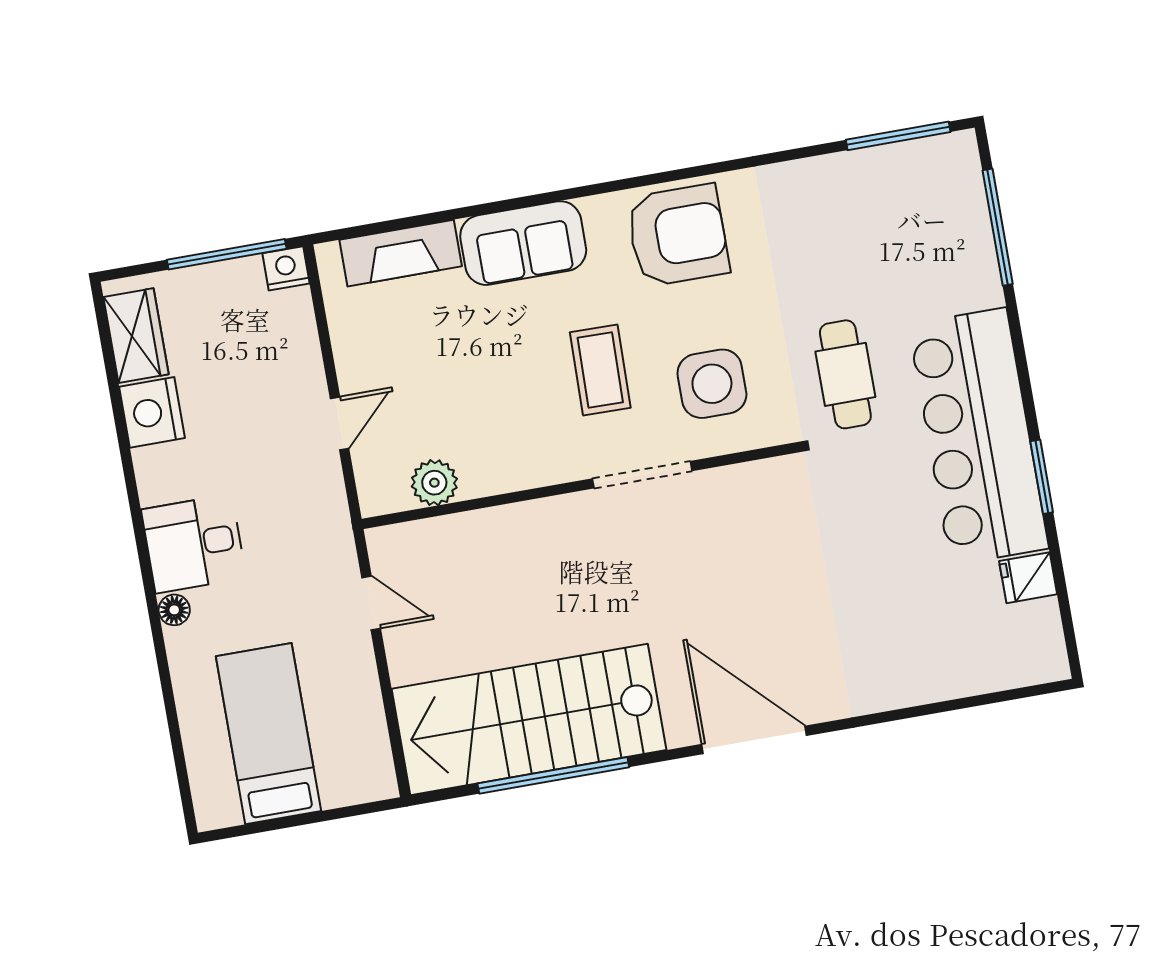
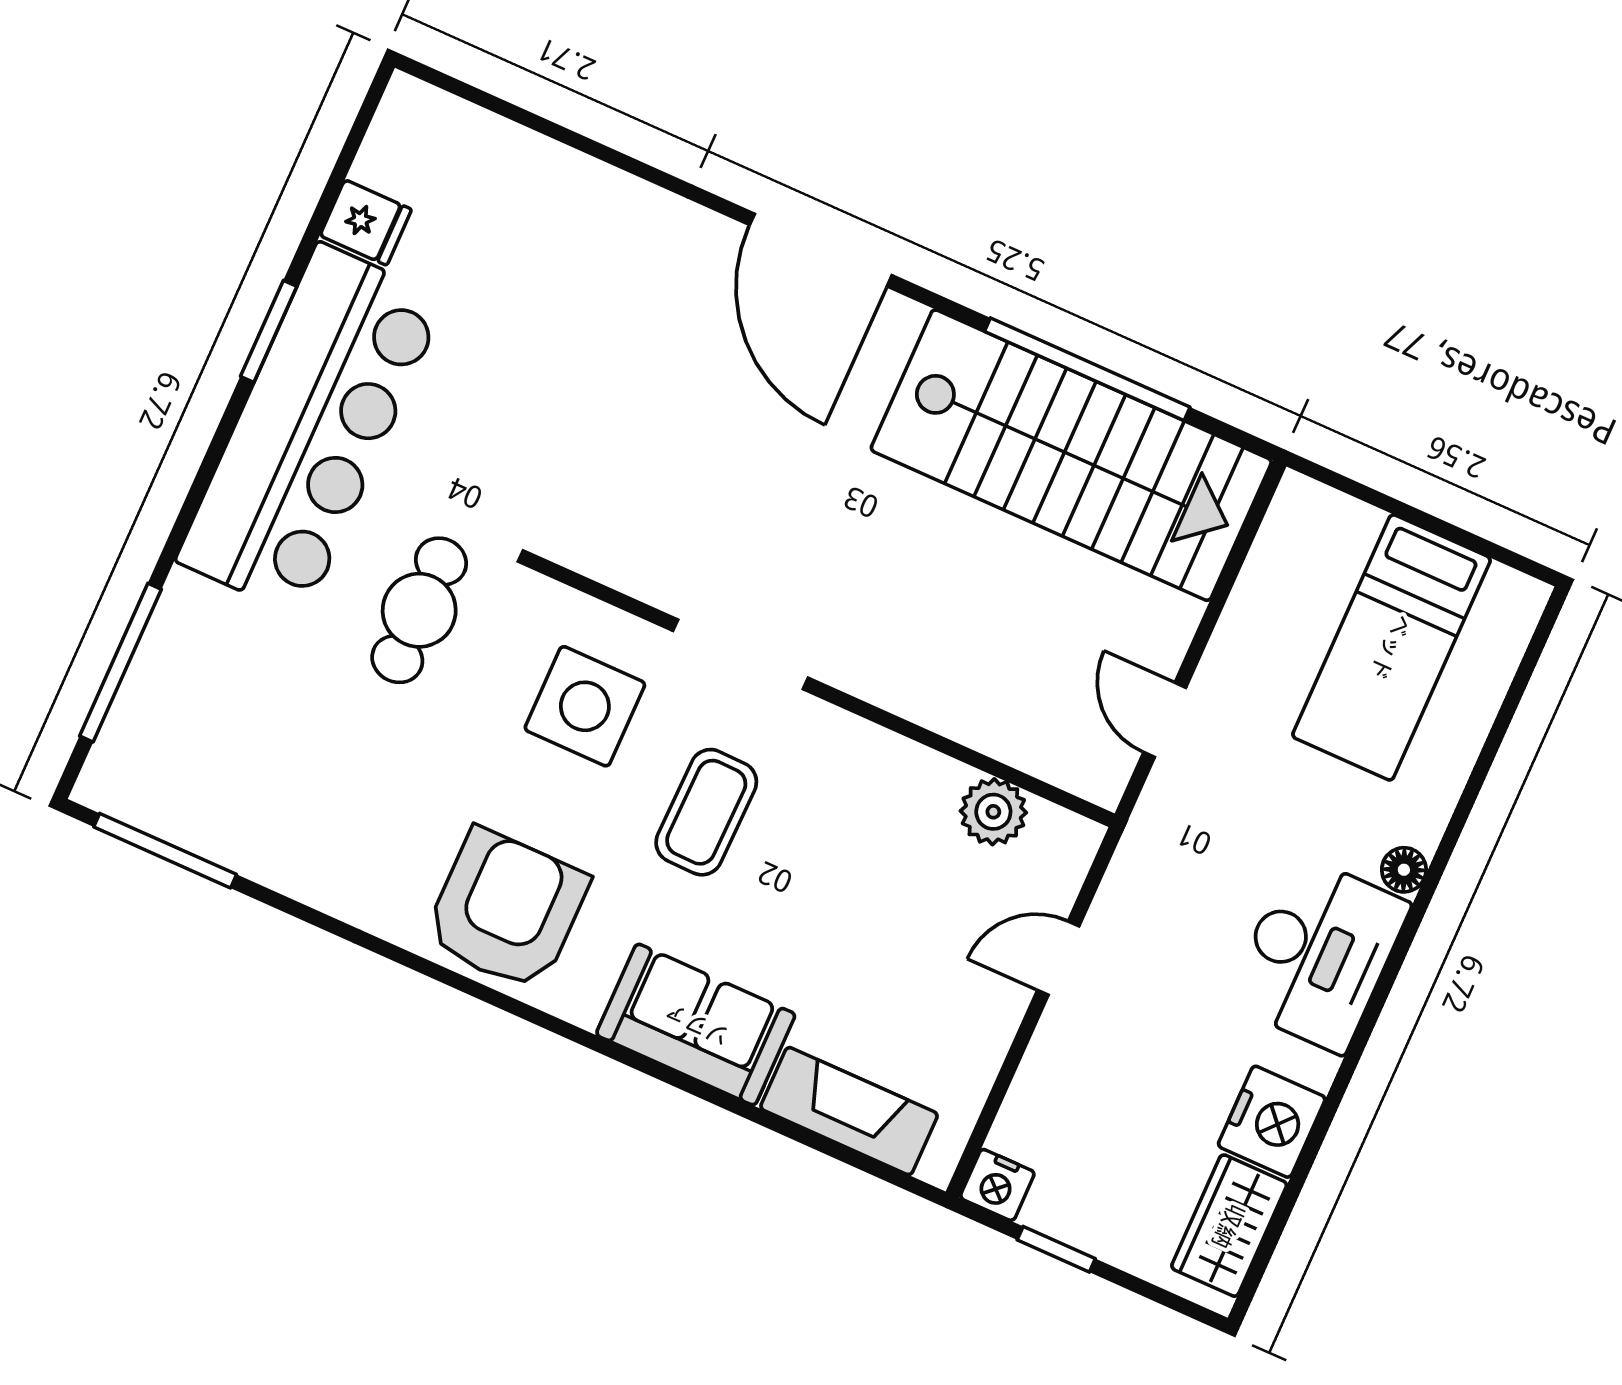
armchair: (678, 235) -> (506, 910), turned 90
window: (227, 254) -> (1056, 1249), width x0.46
desk: (194, 544) -> (1318, 953), width x1.37

